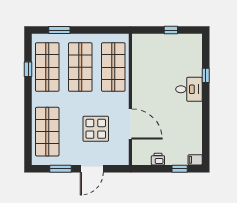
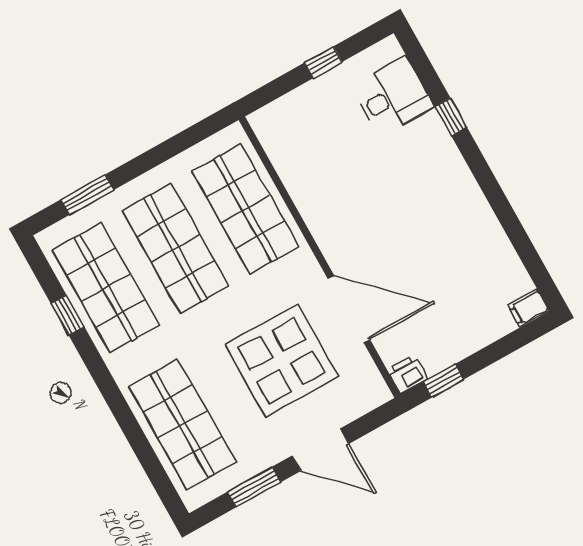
desk: (189, 89) -> (393, 96), moved
display table: (96, 129) -> (282, 361), width x1.36, depth x1.36
printer: (158, 159) -> (408, 374), moved
door: (92, 169) -> (320, 450), hinge flipped
window: (180, 169) -> (443, 381), moved

